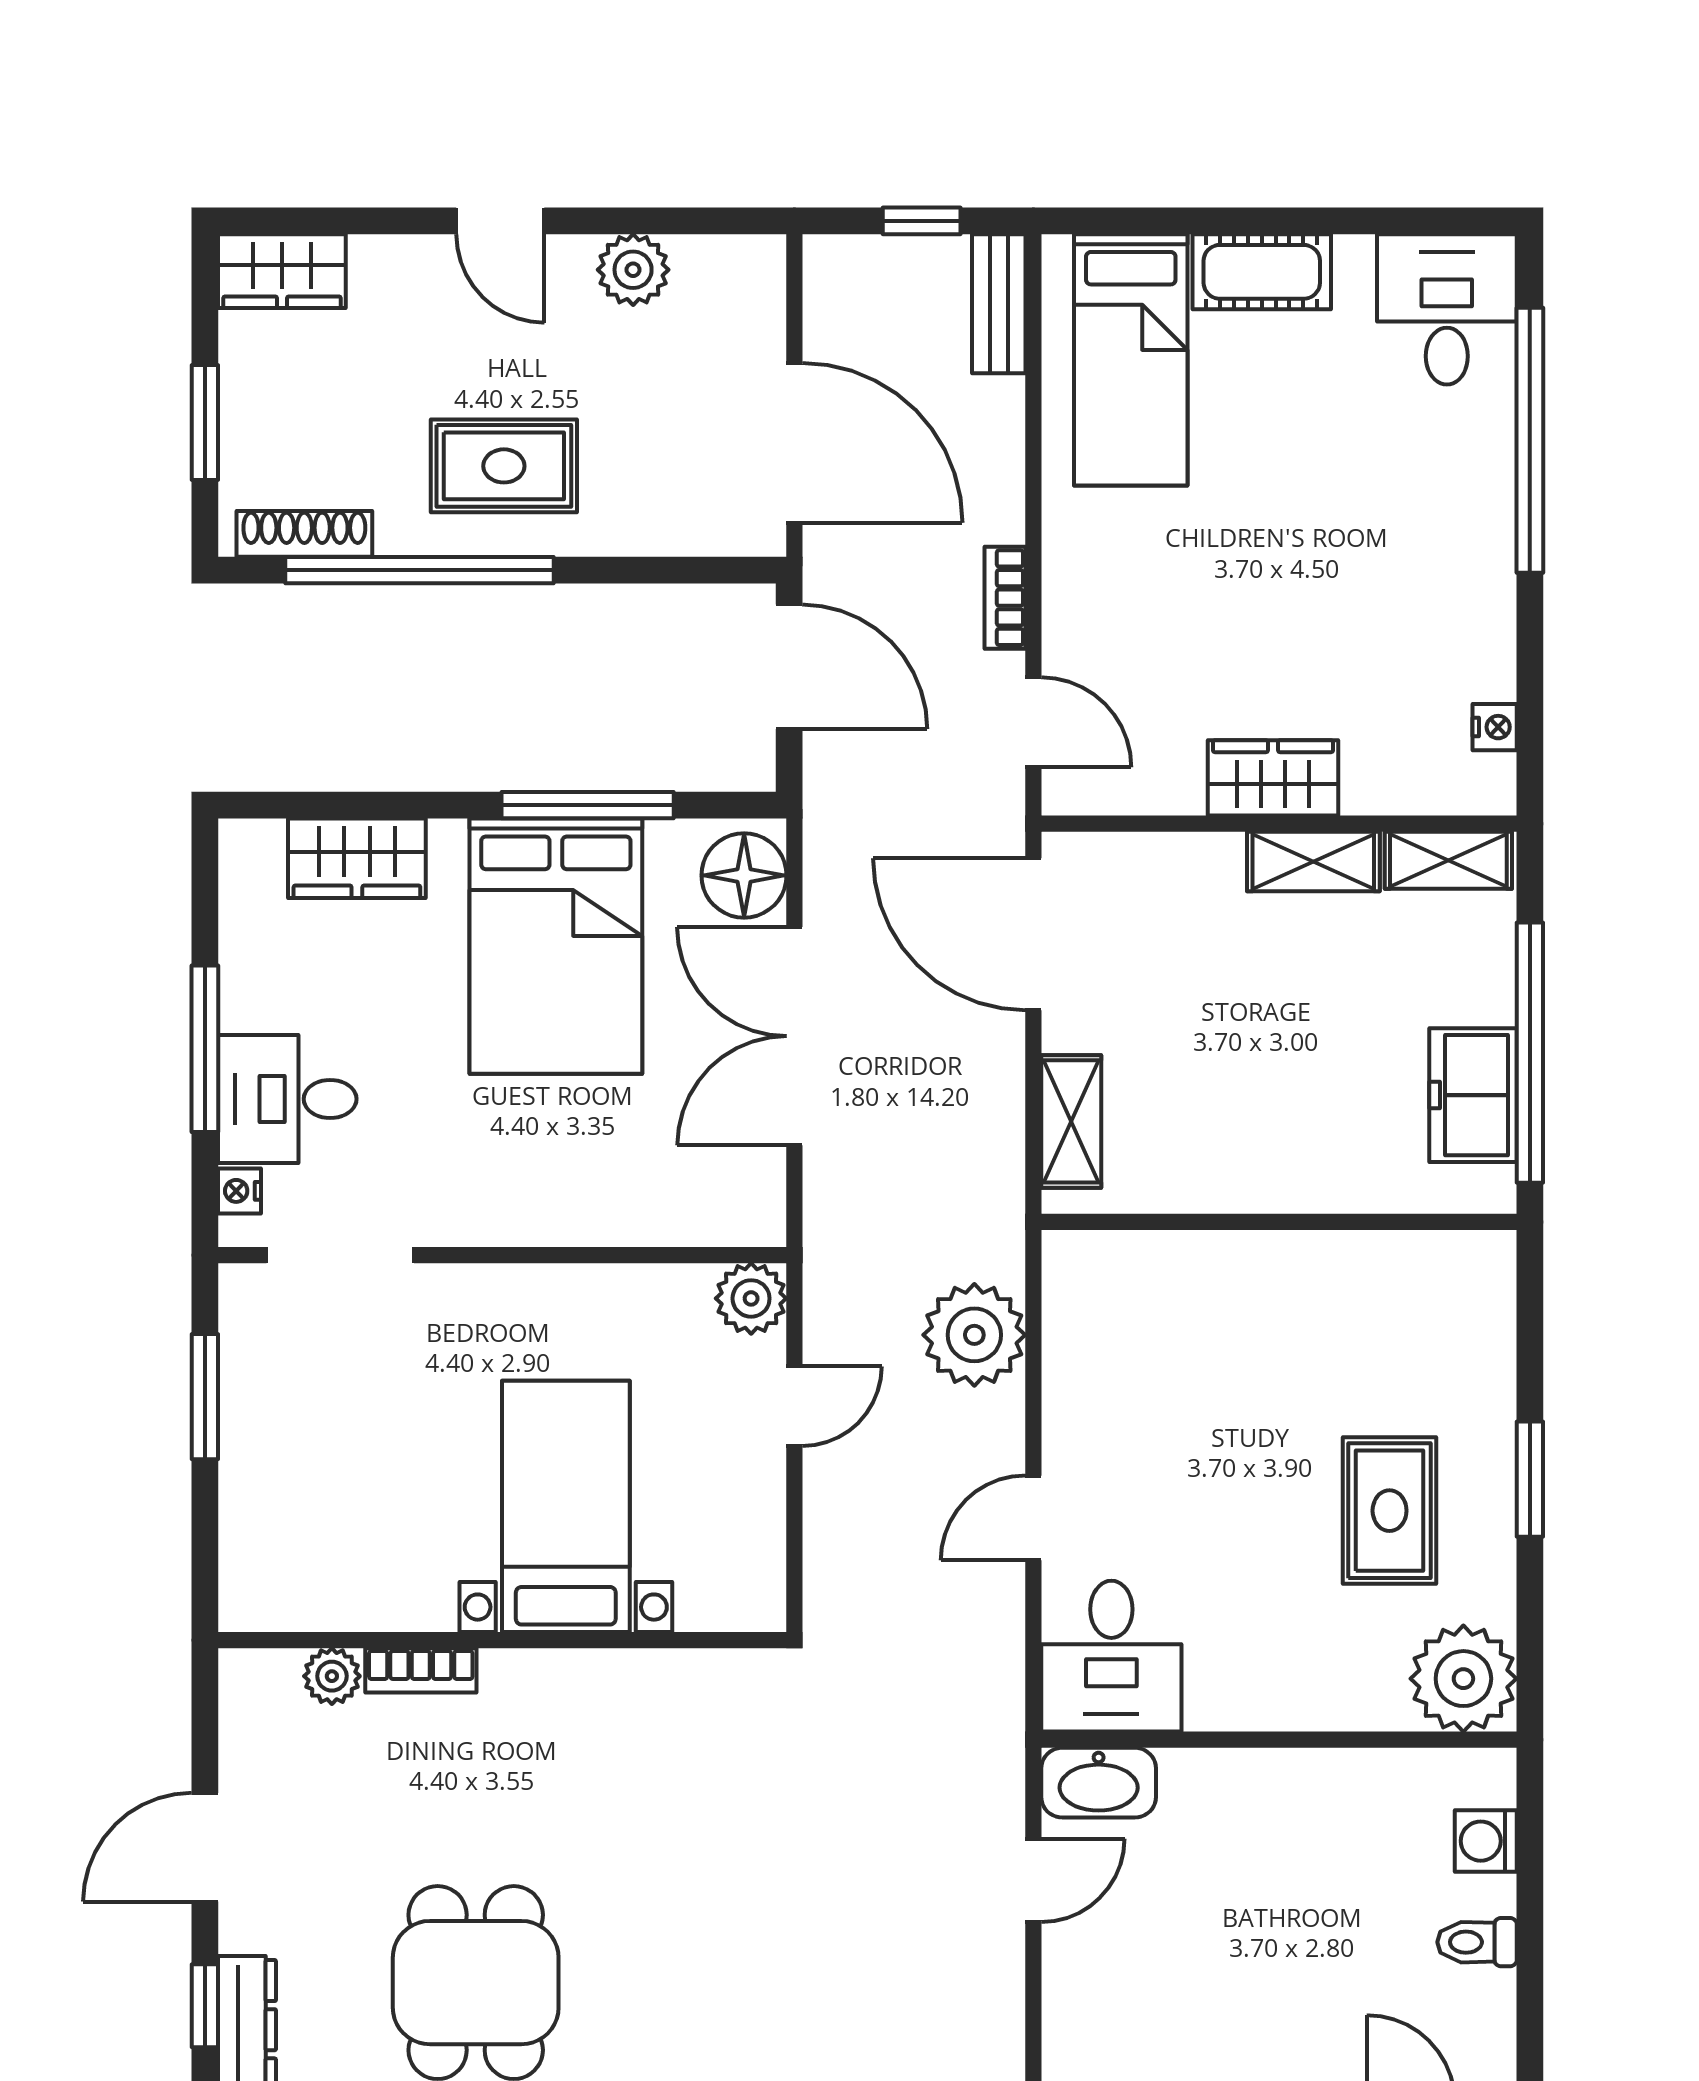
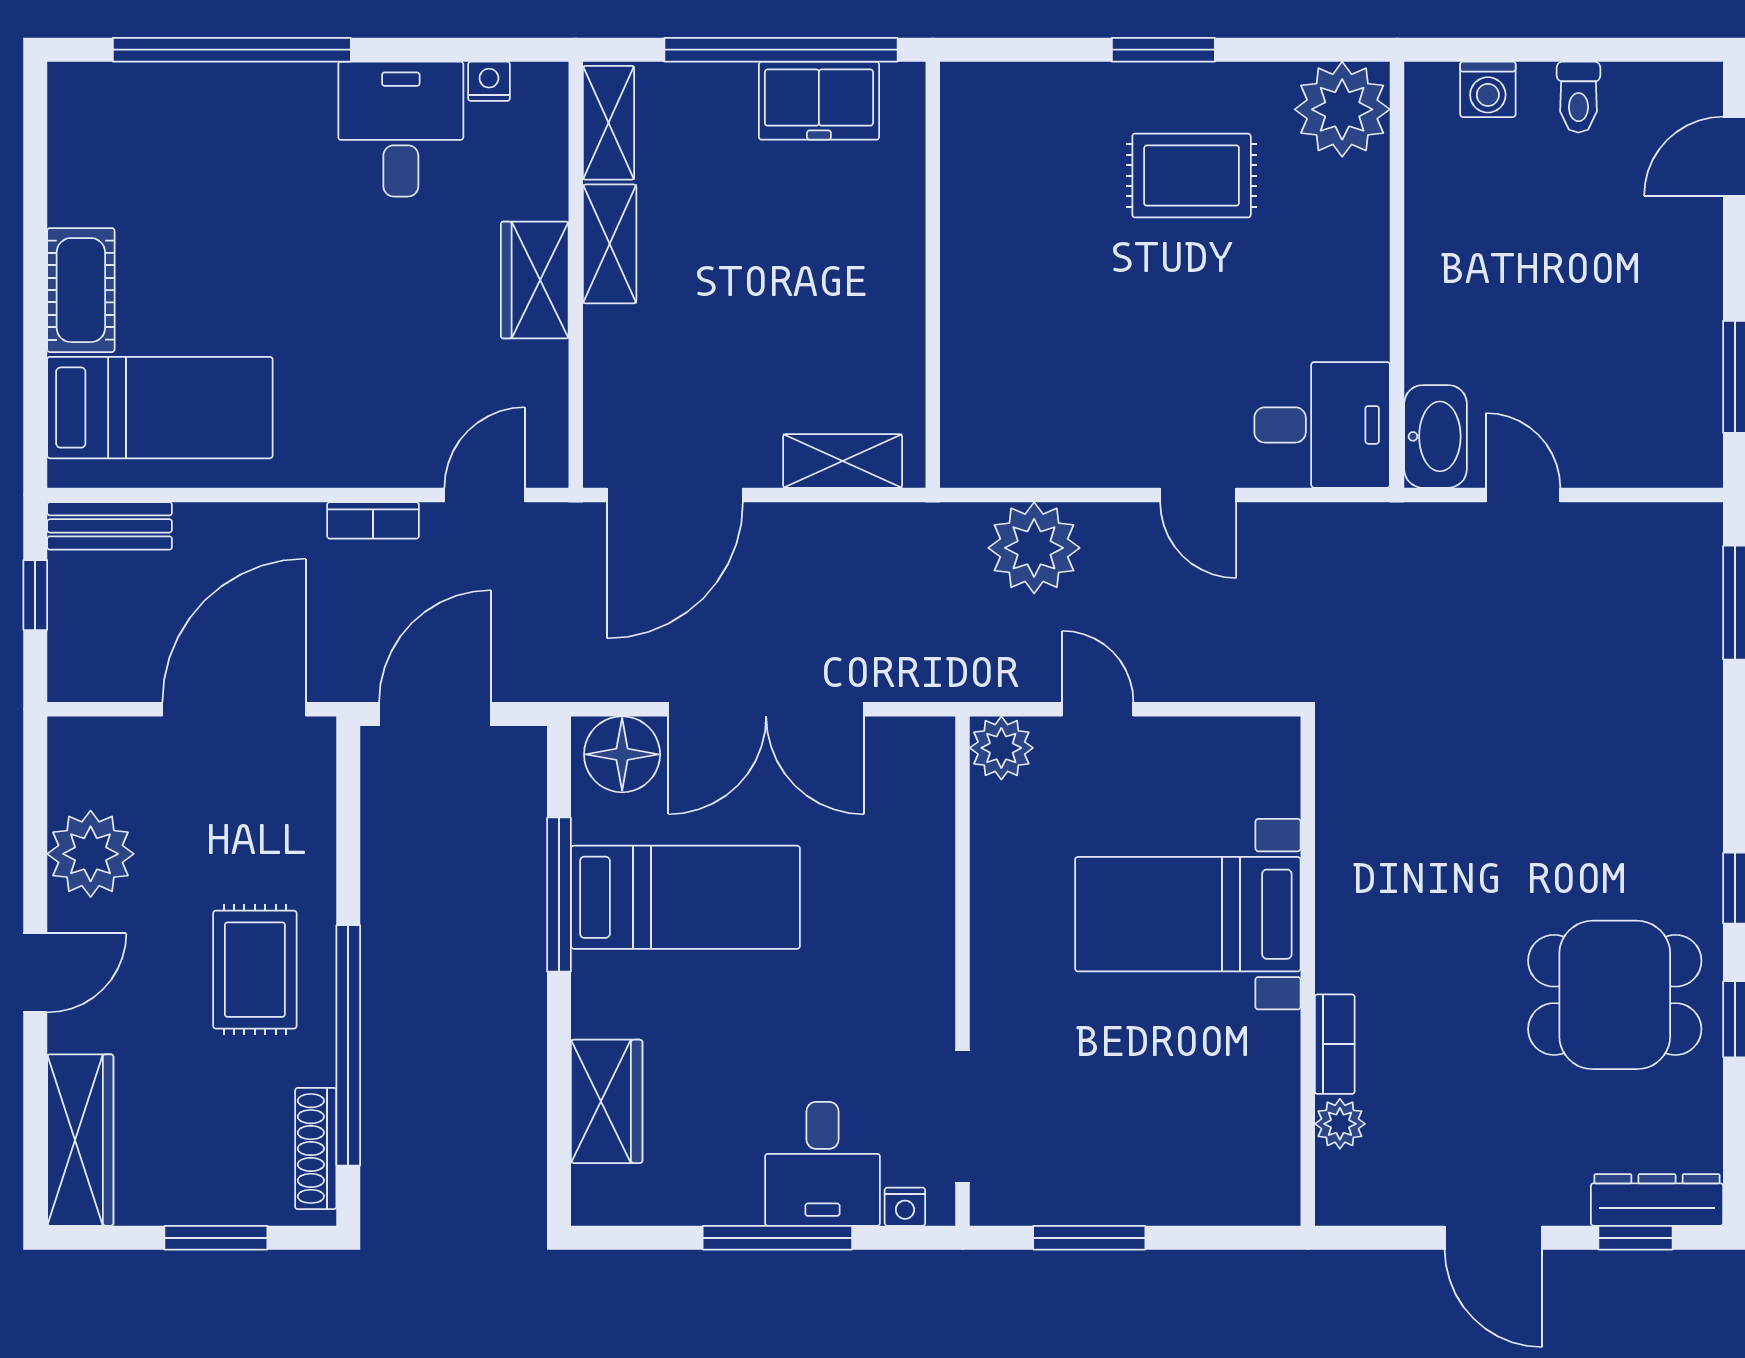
plant: (633, 270) -> (91, 854), width x1.36, depth x1.36
wardrobe: (282, 271) -> (80, 1140), width x1.50
desk: (1447, 309) -> (401, 129), moved, turned 90
bed: (556, 946) -> (685, 897), width x0.67

